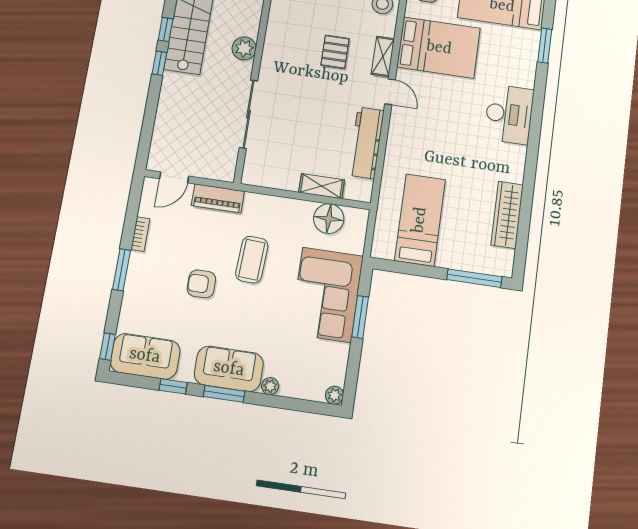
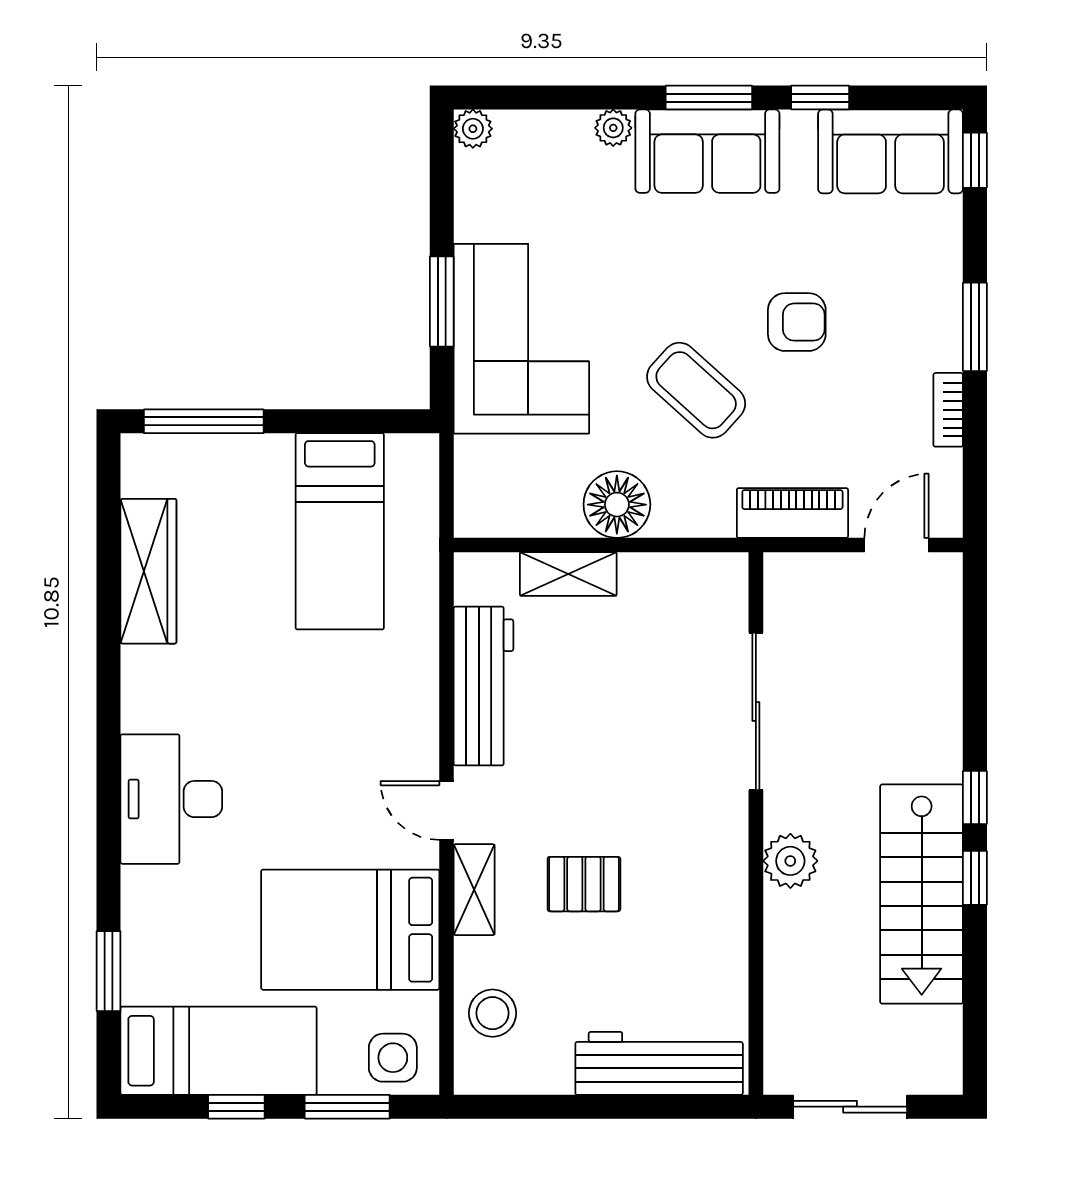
pallet: (335, 52) -> (584, 884), turned 90
floor lamp: (329, 219) -> (617, 505), moved
coffee table: (252, 260) -> (696, 390), turned -51

